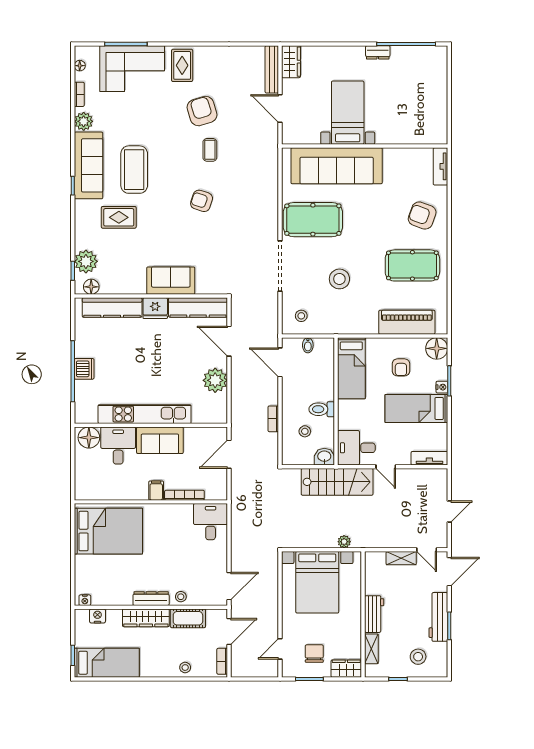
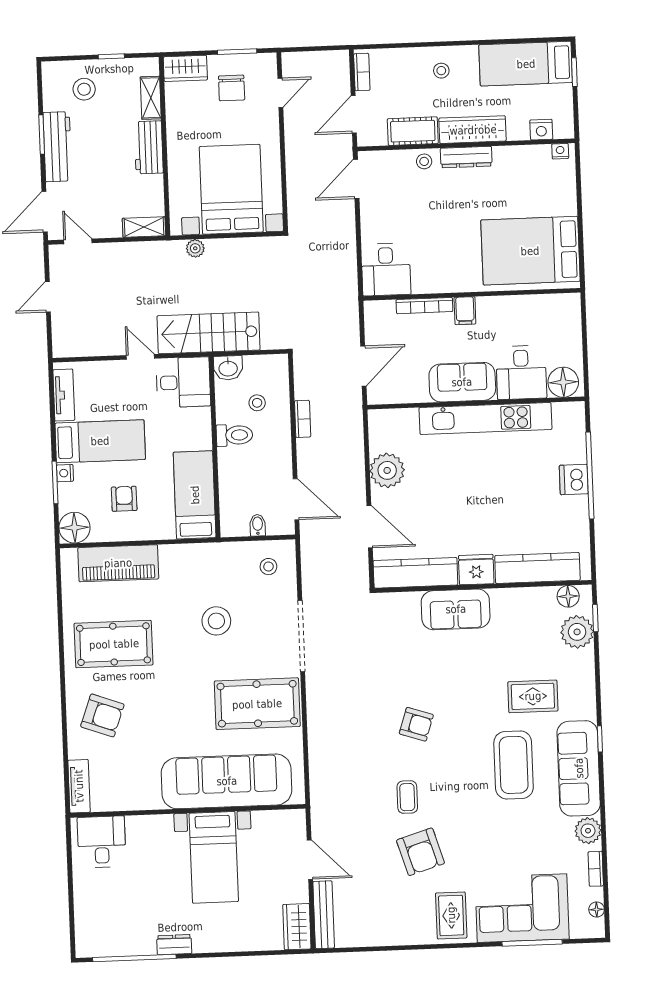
desk: (426, 127) -> (102, 842), added
tv unit: (429, 458) -> (64, 395), moved, turned -90
shelving: (401, 558) -> (144, 227), moved
stool: (185, 668) -> (441, 71), moved

